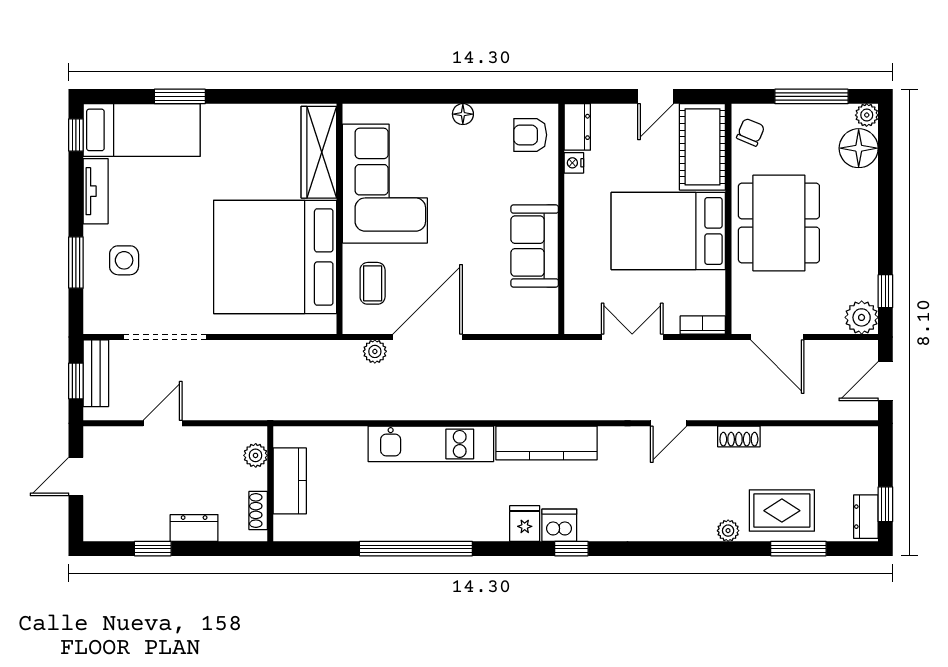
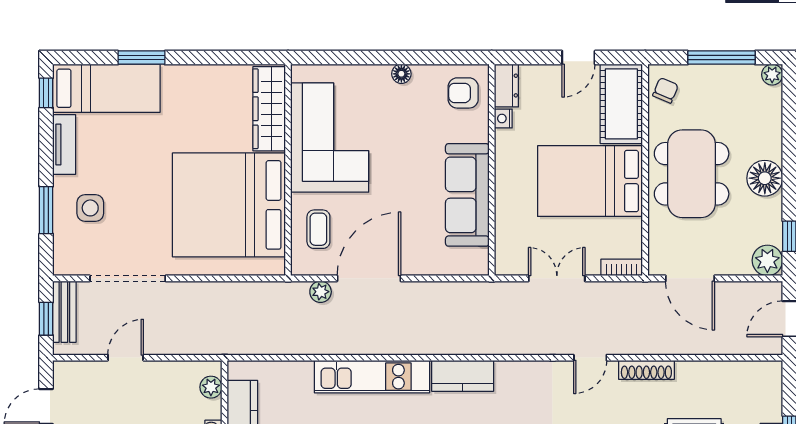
floor lamp: (859, 148) -> (765, 178), moved
sofa: (535, 246) -> (467, 195), width x1.36
shoe rack: (739, 437) -> (646, 370), width x1.43
kitchen counter: (546, 443) -> (463, 376), width x0.67

